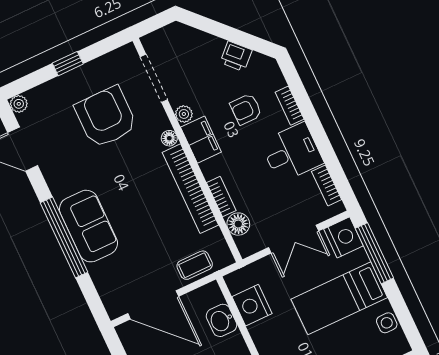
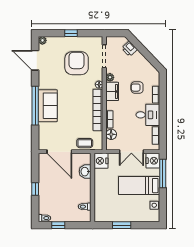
printer: (236, 56) -> (129, 49), moved
nightstand: (252, 305) -> (101, 161), moved

